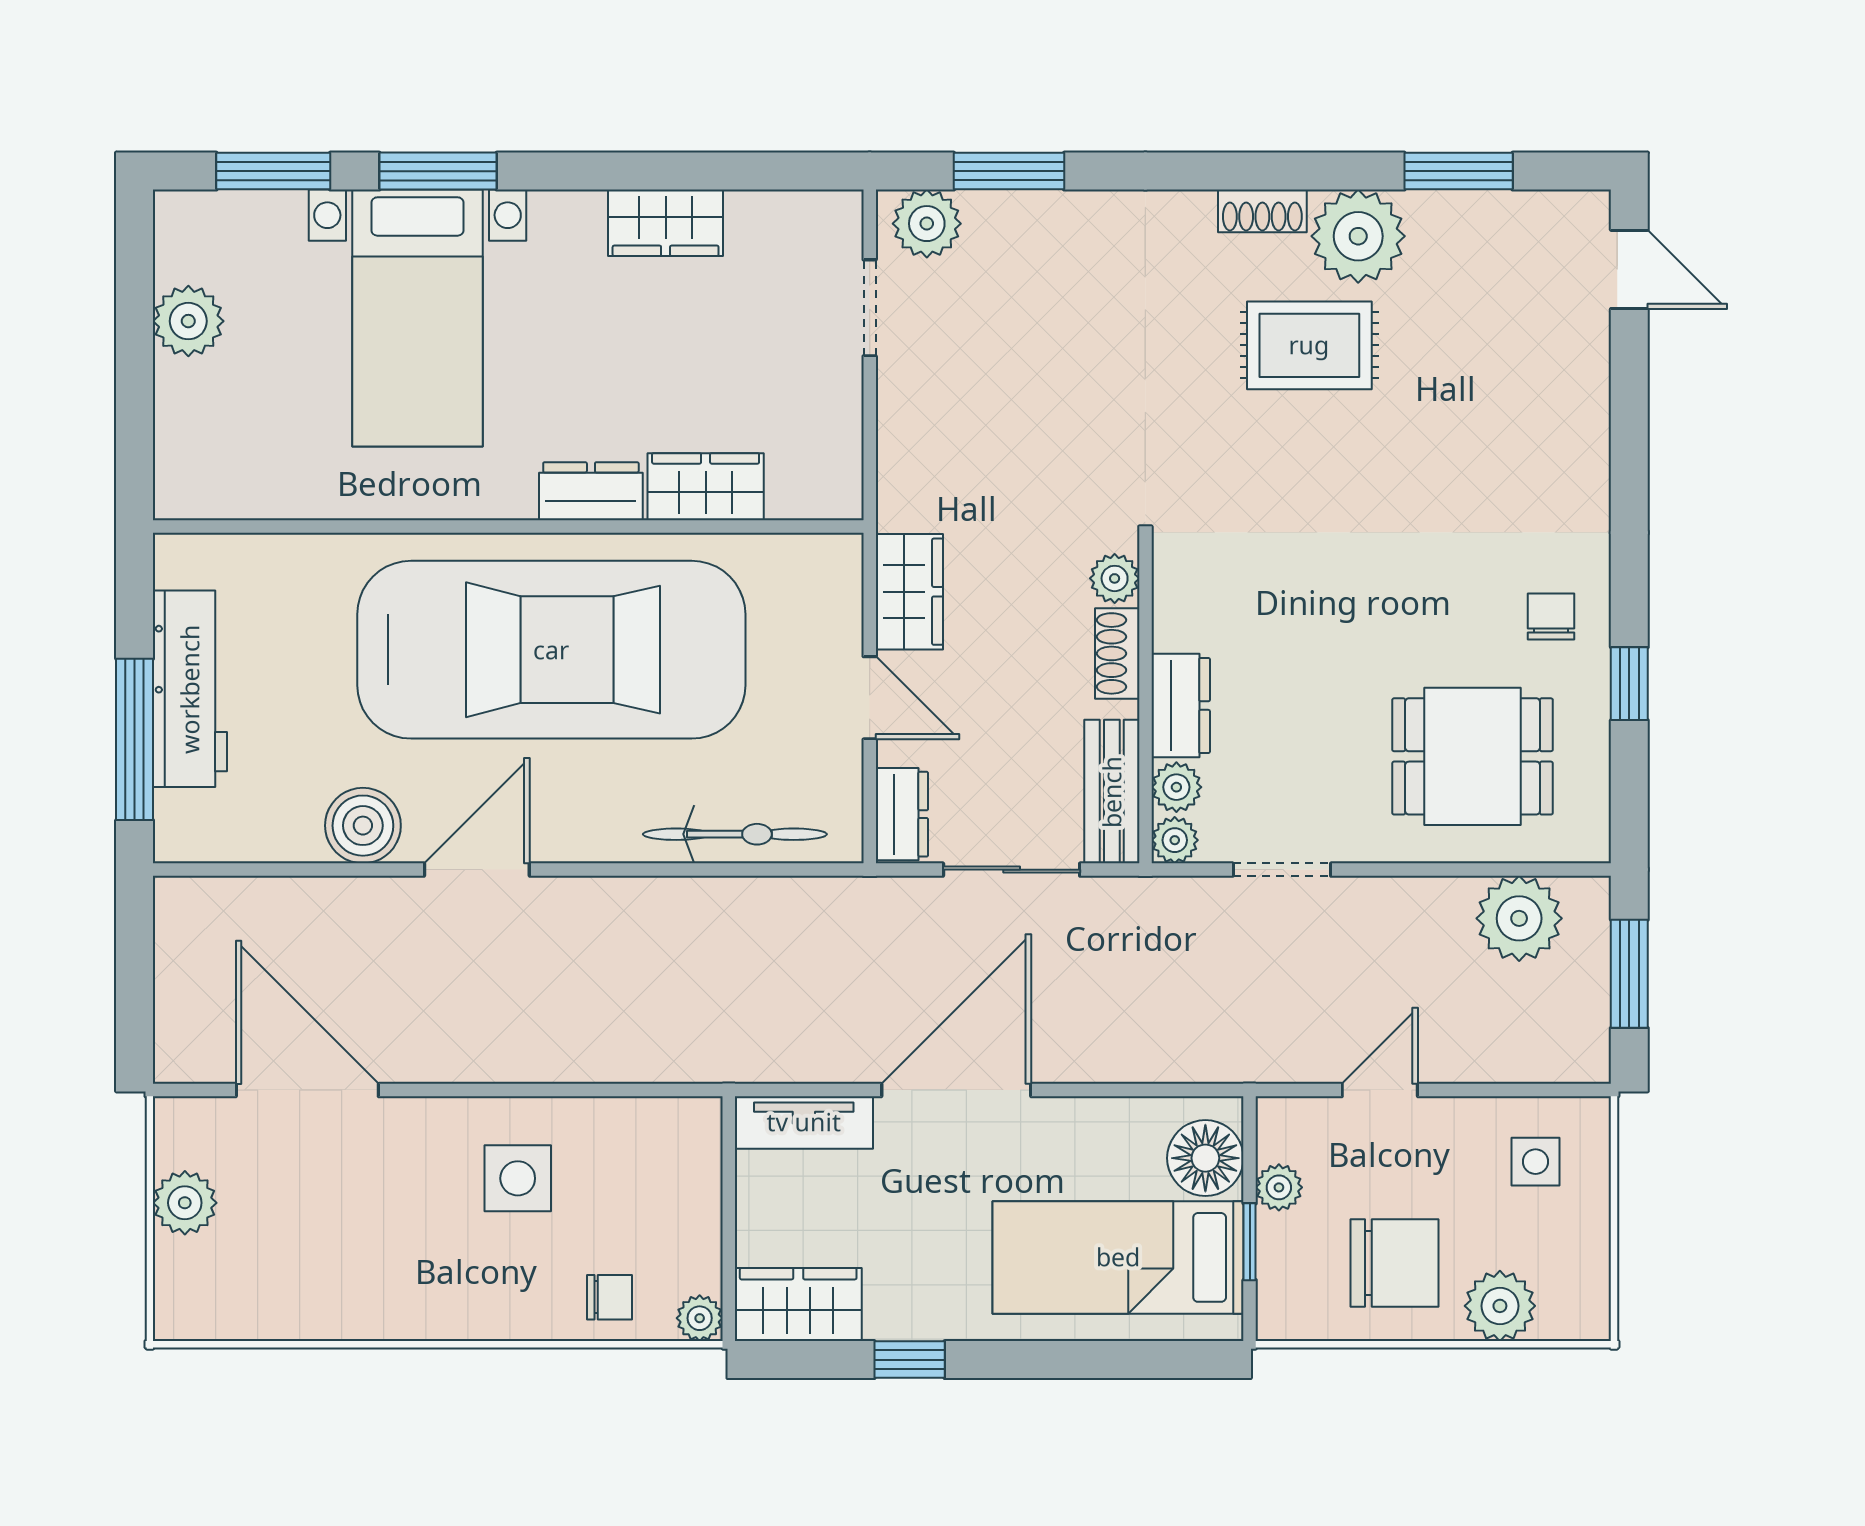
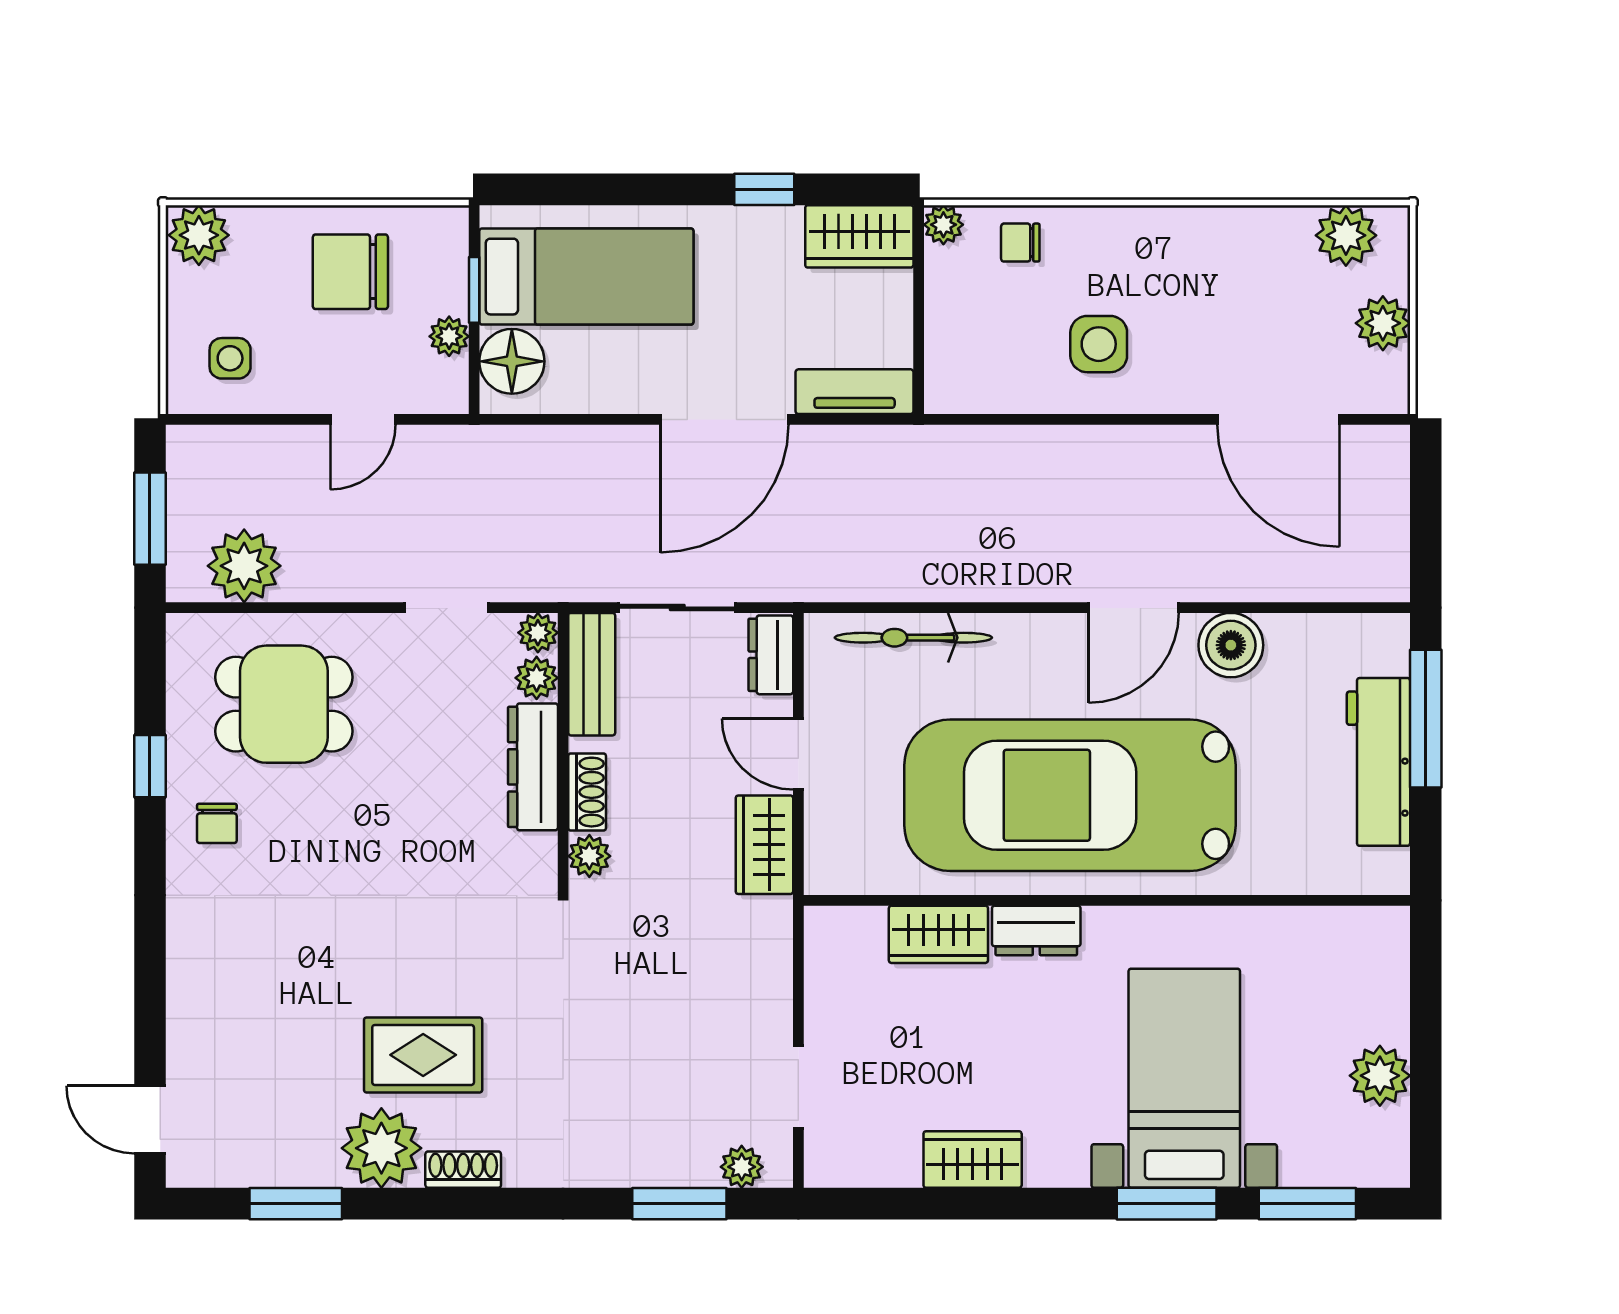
plant: (927, 224) -> (742, 1167), width x0.73, depth x0.73
dresser: (1181, 706) -> (533, 767), width x1.44
plant: (228, 1306) -> (1346, 235), added
plant: (1500, 1306) -> (199, 235), moved

